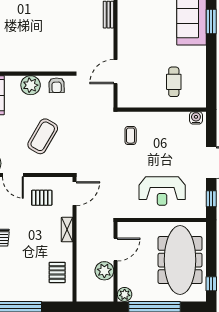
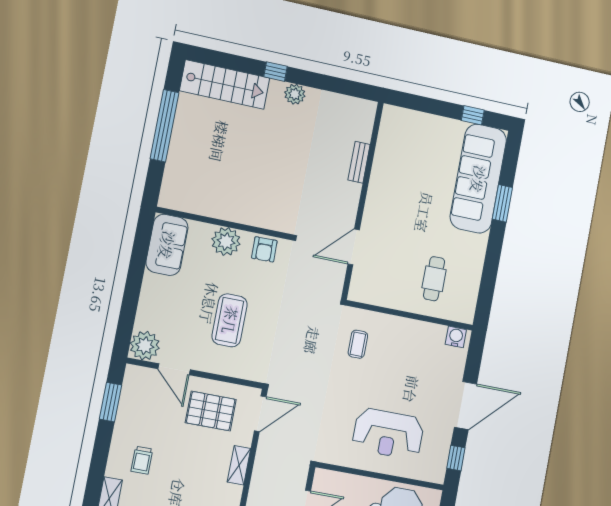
coffee table: (43, 136) -> (230, 320), turned -30
pallet: (42, 198) -> (211, 411), width x1.50, depth x1.42

